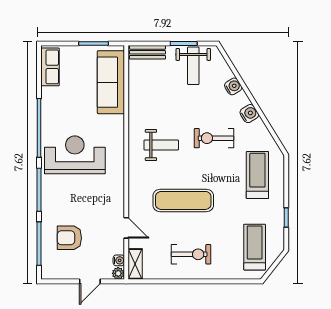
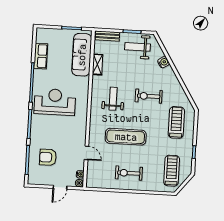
weight bench: (193, 66) -> (138, 47), turned 90
row of seats: (50, 67) -> (41, 56), moved
water cooler: (249, 114) -> (173, 81), removed
weight bench: (161, 145) -> (113, 99), turned -90
exercise bike: (191, 254) -> (129, 173), turned 180
shelving: (135, 264) -> (97, 64), moved

